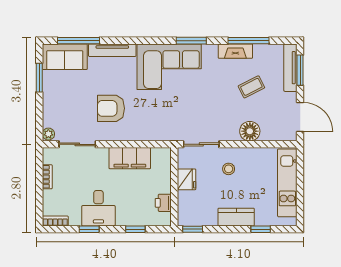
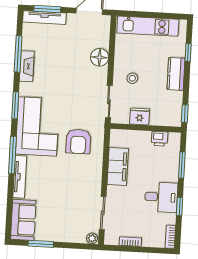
window: (79, 41) -> (12, 155), moved
coffee table: (251, 87) -> (60, 54), removed
armchair: (111, 108) -> (78, 141), moved
window: (135, 229) -> (182, 165), width x1.50

